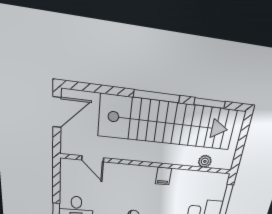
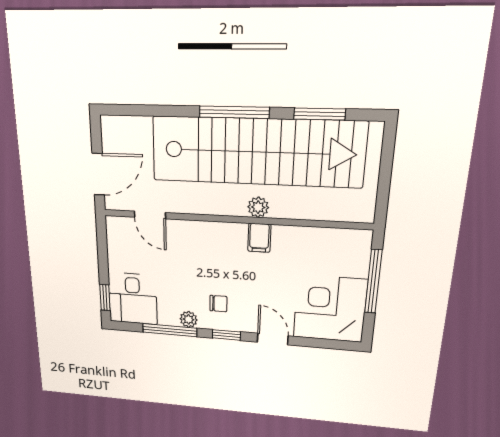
door: (57, 112) -> (98, 174), moved
plant: (205, 161) -> (258, 207), moved

